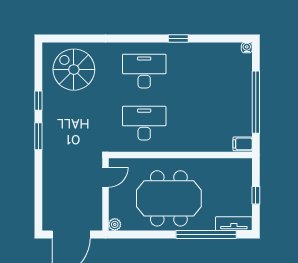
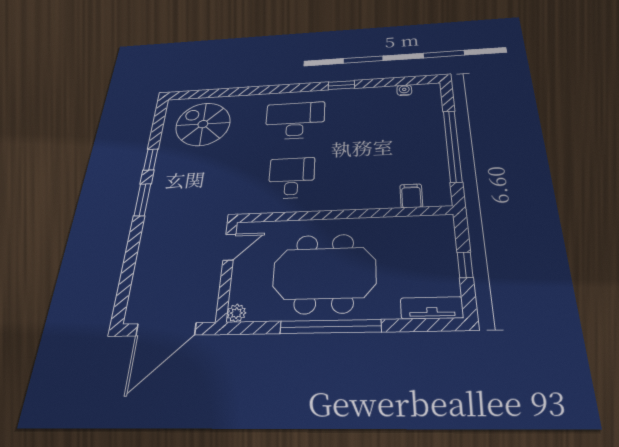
water cooler: (247, 48) -> (404, 90), moved
desk: (144, 123) -> (292, 178), width x0.73
filing cabinet: (243, 144) -> (411, 196), moved, turned 90
window: (206, 234) -> (331, 327), moved

